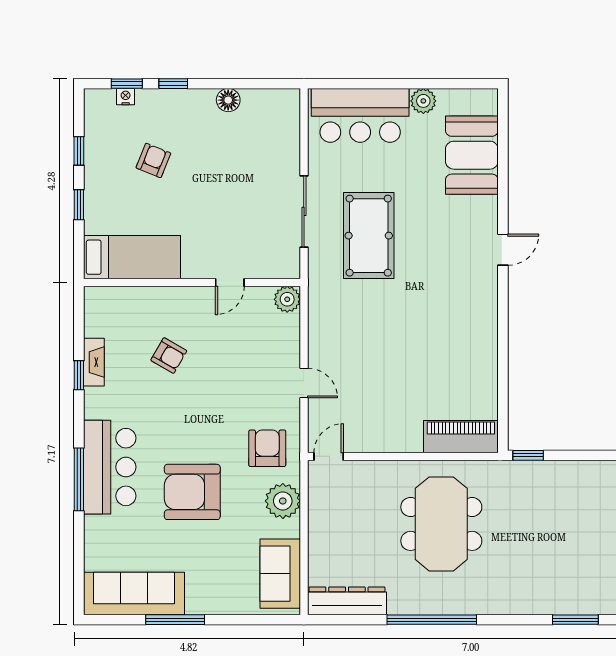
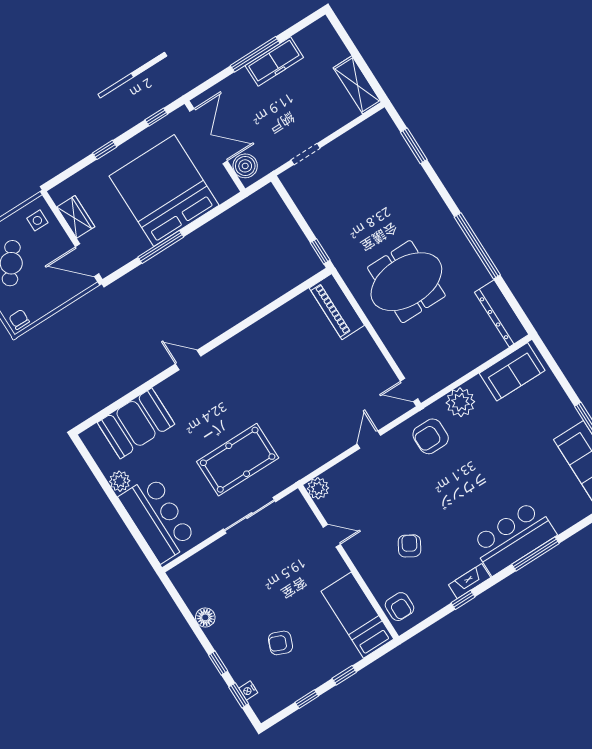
fireplace: (94, 362) -> (470, 581), moved
armchair: (192, 492) -> (400, 607), moved, width x0.53, depth x0.53

